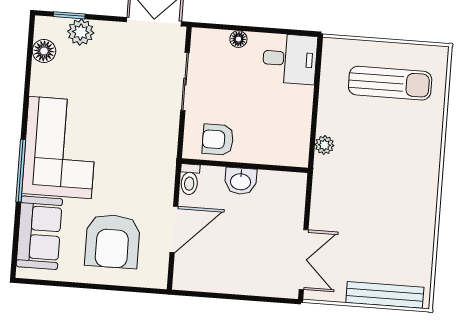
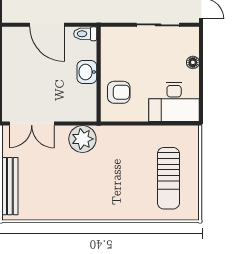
desk: (290, 59) -> (174, 102), width x1.37
armchair: (218, 140) -> (119, 92), moved, turned 90
plant: (324, 145) -> (82, 139), moved, width x1.87, depth x1.87

